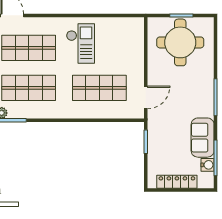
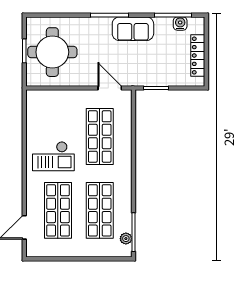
checkout: (80, 44) -> (53, 156), turned 180
sofa: (203, 138) -> (133, 29), moved

